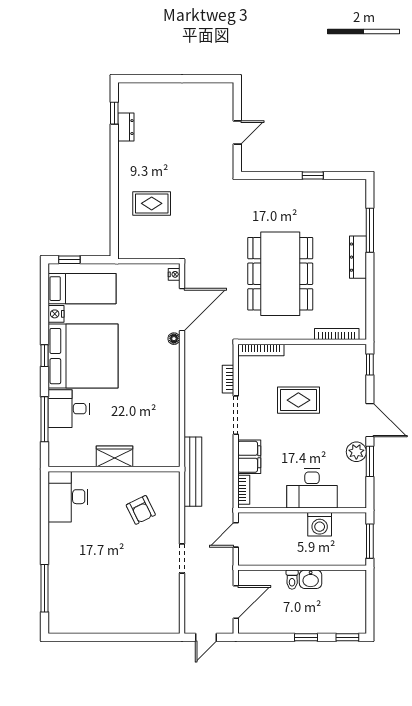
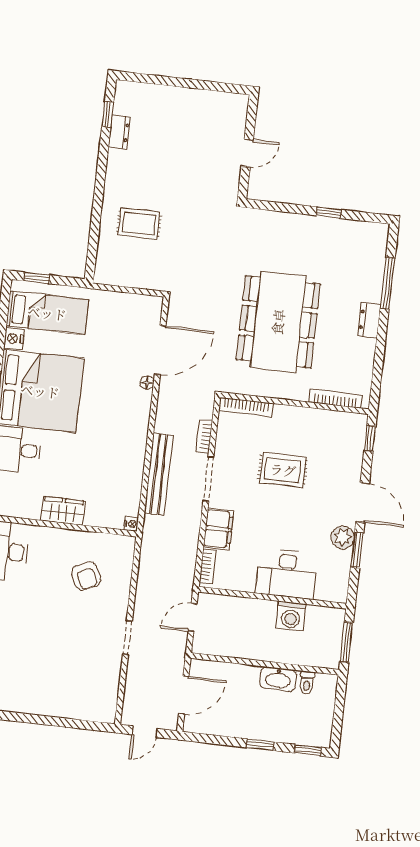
dresser: (358, 257) -> (369, 320), width x0.70
nightstand: (174, 274) -> (131, 524), moved
bench: (193, 472) -> (159, 474), moved
washbasin: (311, 579) -> (278, 679), width x1.38
toilet: (292, 580) -> (307, 683), moved

